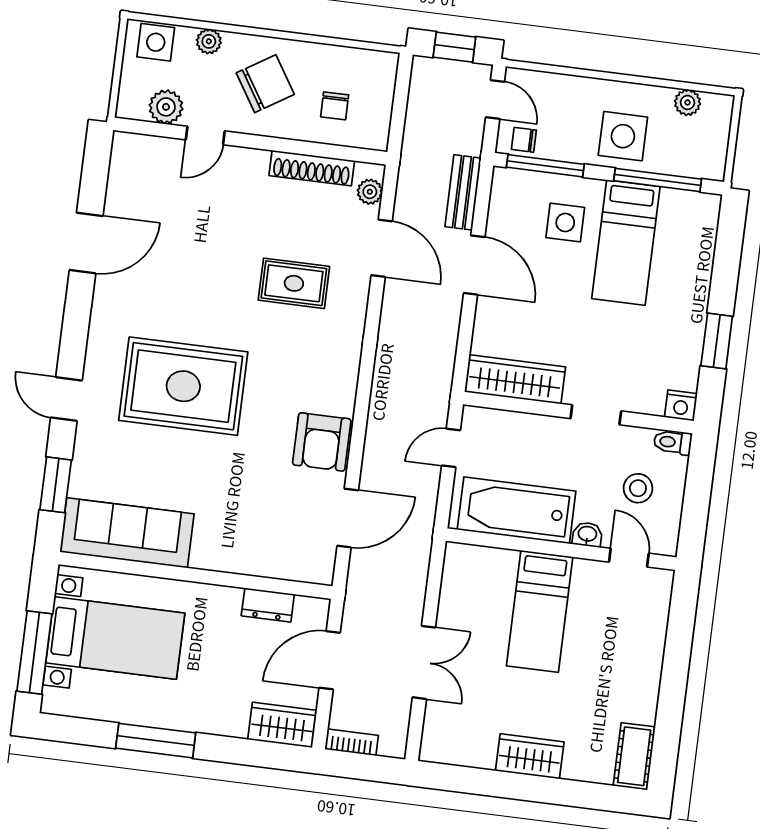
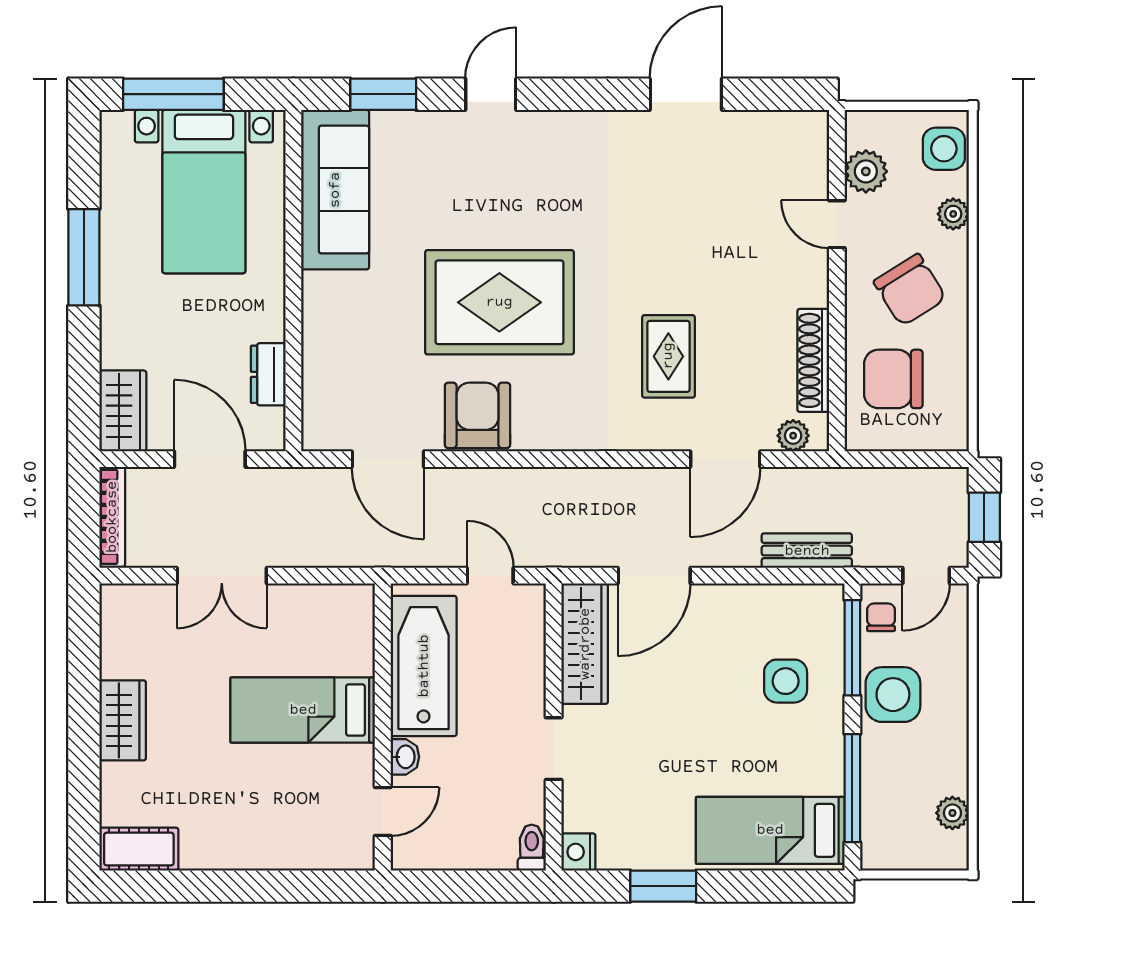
chair: (335, 106) -> (893, 379), width x1.87, depth x1.87
side table: (623, 136) -> (893, 695), moved
door: (86, 243) -> (686, 94), swing flipped
bed: (626, 243) -> (770, 830), moved
door: (474, 265) -> (654, 576), moved
rug: (183, 386) -> (499, 302), moved, turned 90
armchair: (322, 442) -> (477, 415), turned 90
stool: (638, 488) -> (470, 812), removed
bookcase: (352, 742) -> (112, 517), width x1.56

